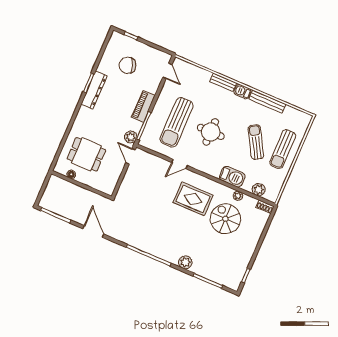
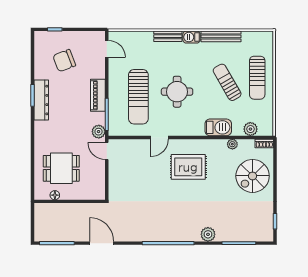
spiral stairs: (225, 219) -> (253, 176), moved, turned -90

